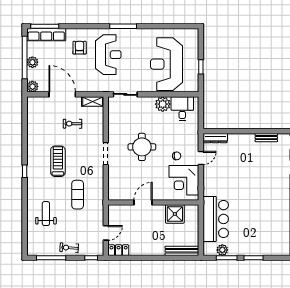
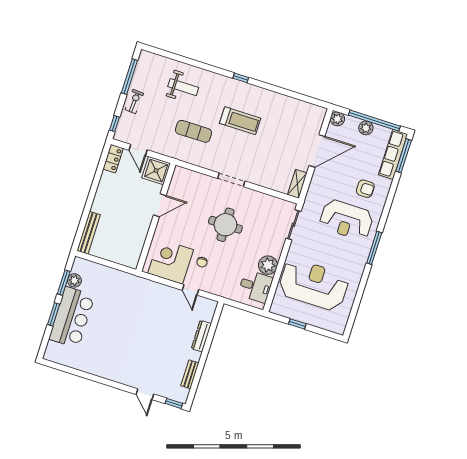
exercise bike: (73, 124) -> (279, 152), removed
dresser: (215, 138) -> (201, 336), moved
door: (143, 203) -> (160, 205), hinge flipped
shower: (175, 214) -> (156, 171), moved
bar counter: (216, 219) -> (72, 317), moved, turned -90

